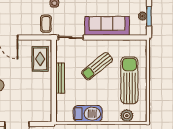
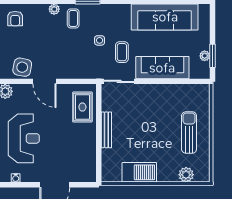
coffee table: (46, 24) -> (122, 52), moved
sun lounger: (97, 66) -> (151, 116), removed
sun lounger: (129, 80) -> (189, 133), width x0.73, depth x0.75

